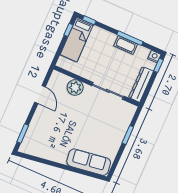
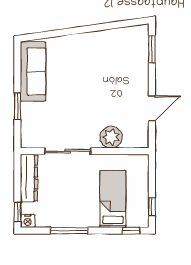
bed: (77, 40) -> (113, 199), moved
cot: (126, 45) -> (71, 220), removed
door: (40, 95) -> (152, 108), swing flipped
sofa: (89, 162) -> (33, 72), moved, turned -82

